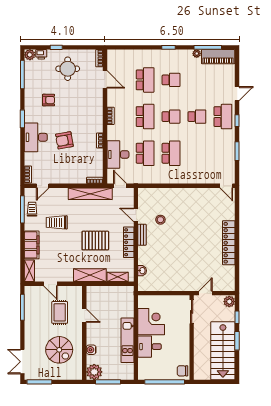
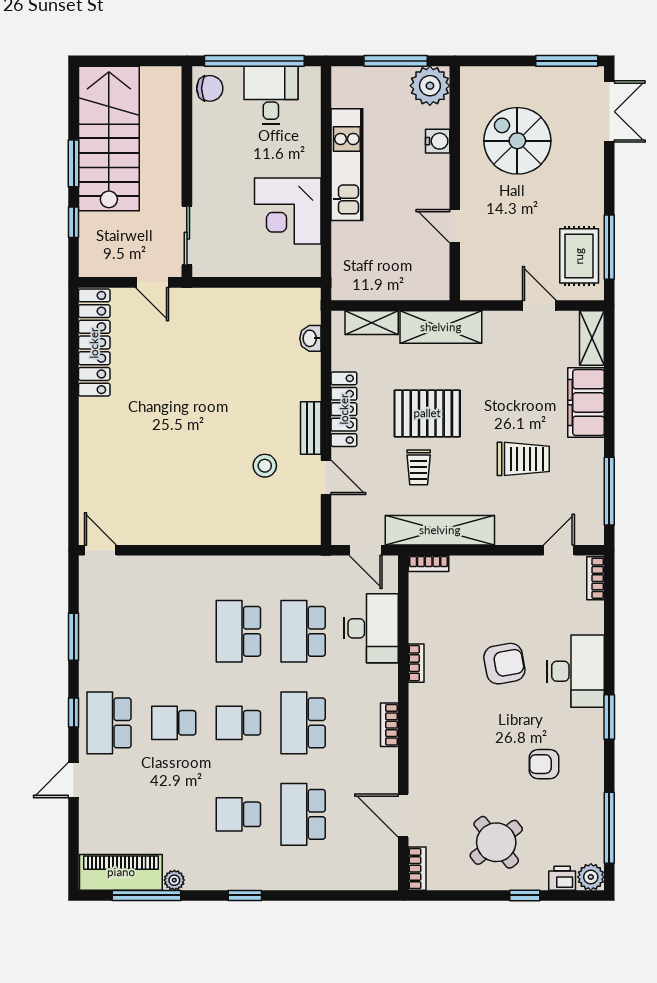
round table: (68, 69) -> (496, 842), turned -38
trolley: (32, 209) -> (419, 467), moved
locker: (229, 243) -> (94, 343), moved
door: (206, 293) -> (152, 282), hinge flipped
plant: (229, 302) -> (93, 261), removed
rug: (60, 312) -> (579, 256), moved
desk: (150, 347) -> (271, 95), moved, turned -90

